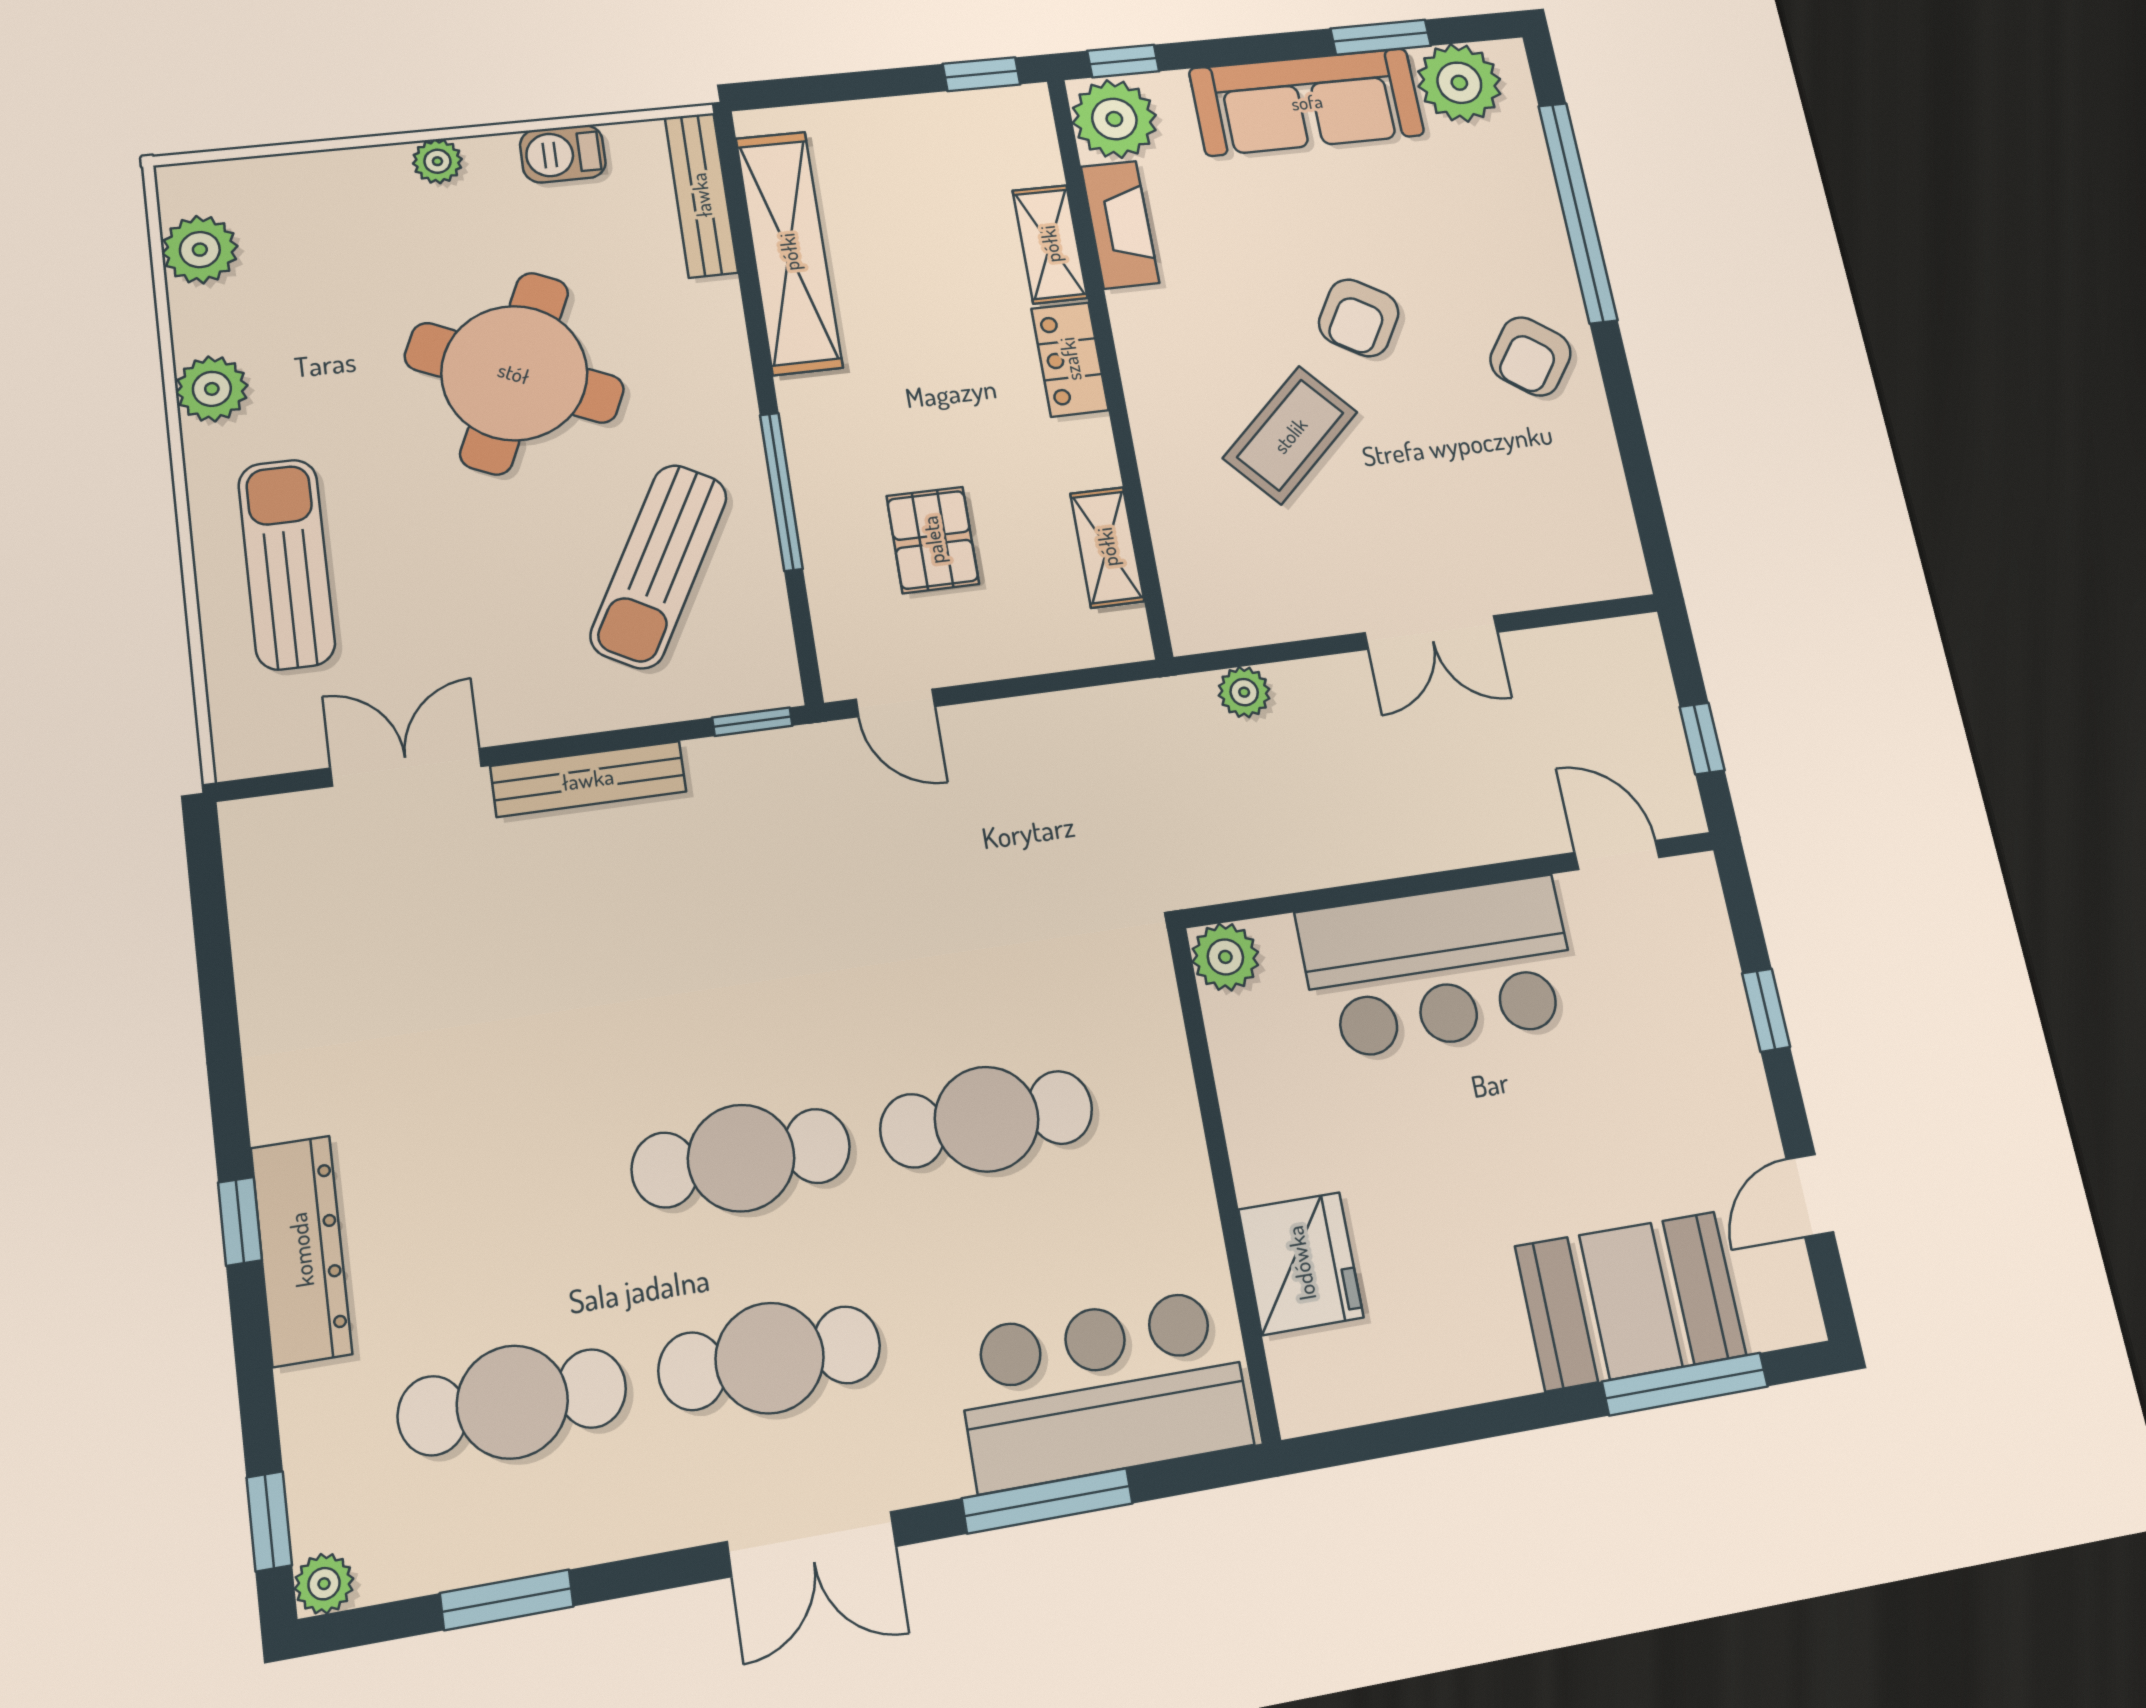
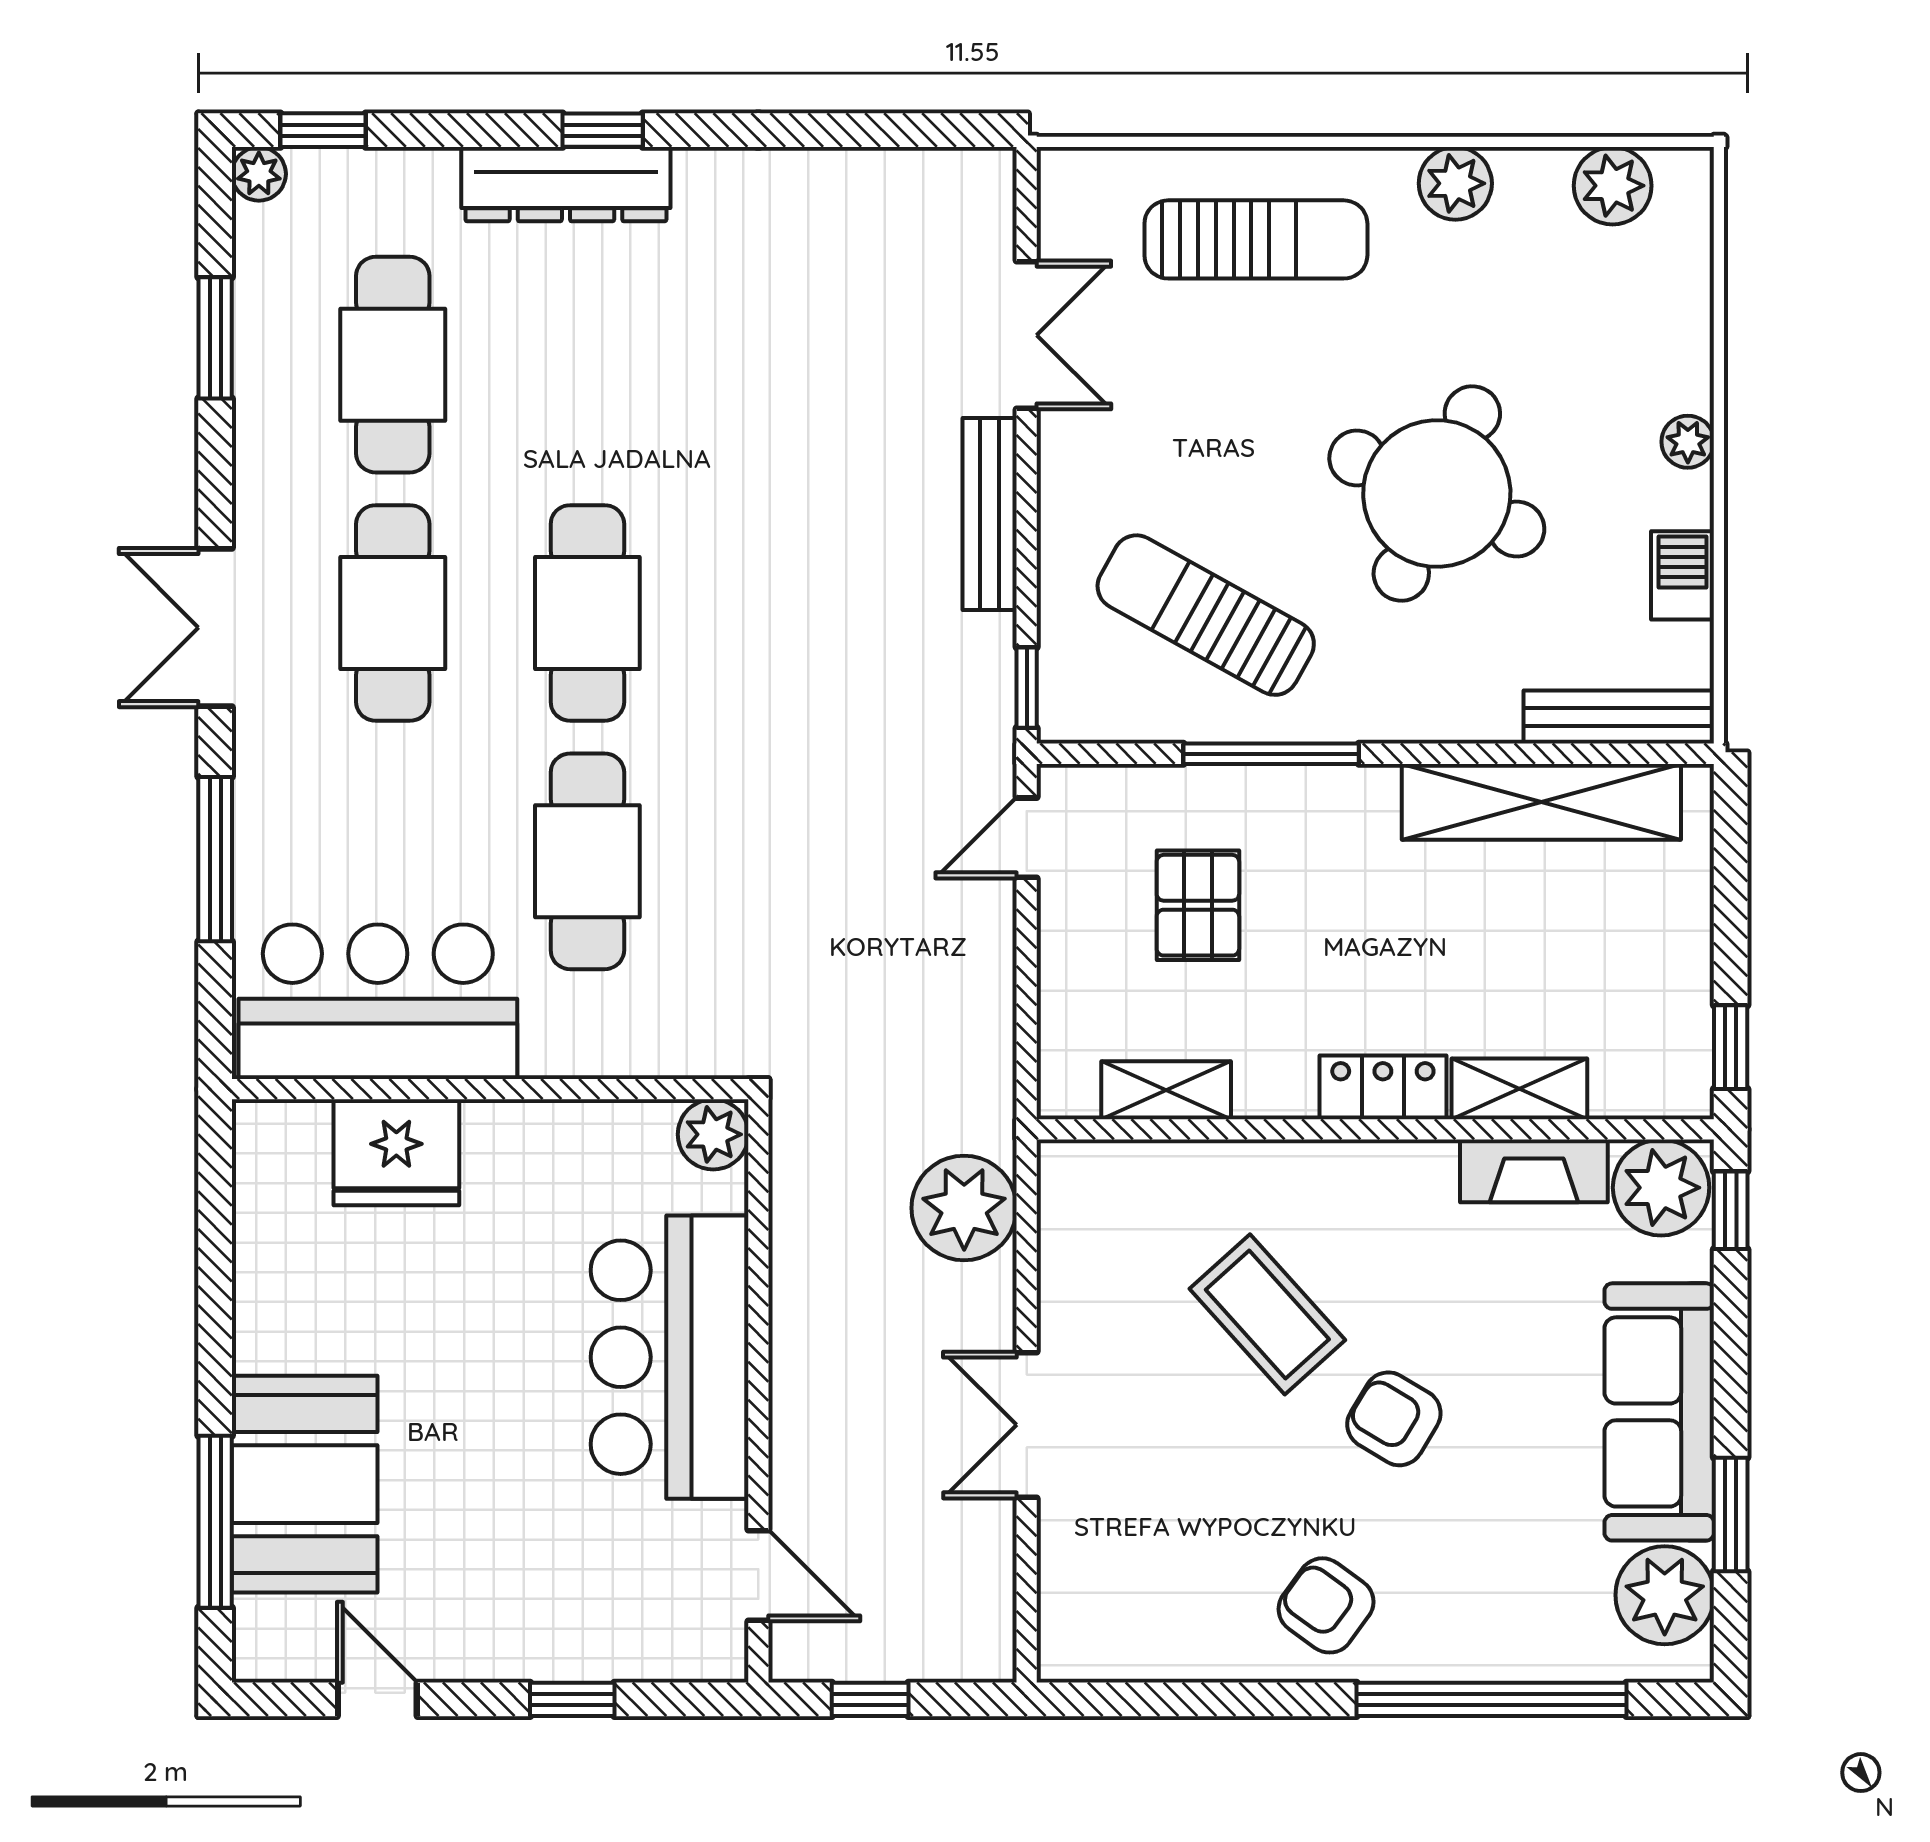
pallet: (933, 540) -> (1198, 905), turned 90
plant: (1244, 692) -> (964, 1208), width x1.88, depth x1.88
door: (1617, 855) -> (758, 1576), hinge flipped
bar counter: (1104, 1389) -> (378, 1002), moved, turned -90

